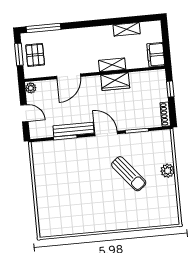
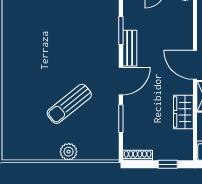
door: (69, 76) -> (195, 65), moved
wardrobe: (115, 82) -> (183, 112), moved
bench: (73, 129) -> (130, 48), width x0.73

